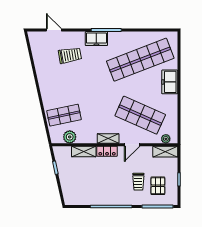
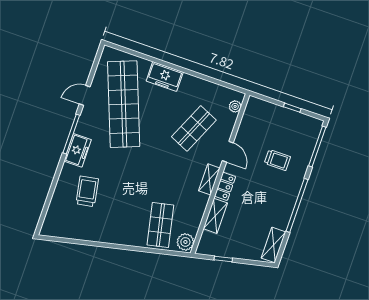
door: (54, 30) -> (85, 95), moved
shop shelf: (140, 115) -> (194, 128), width x0.70, depth x0.74
plant: (70, 137) -> (185, 242), moved
shelving: (165, 152) -> (273, 245), moved
pallet: (158, 186) -> (291, 137), removed

